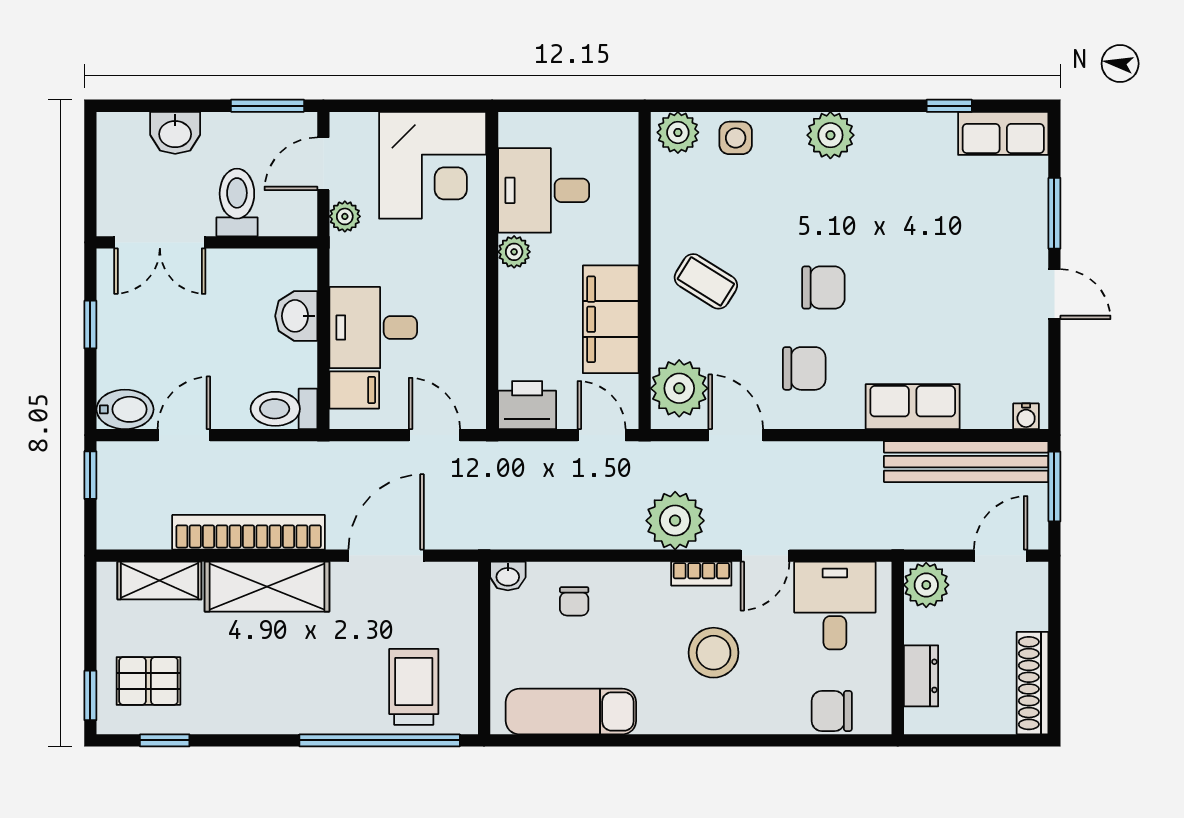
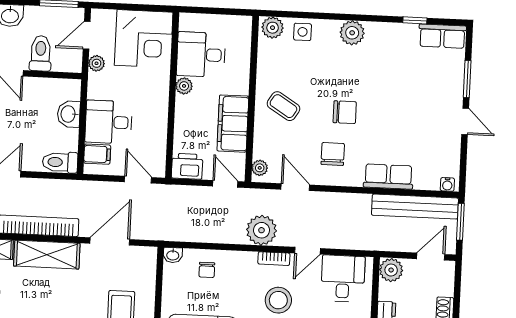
chair: (804, 368) -> (333, 154), turned -90
plant: (679, 388) -> (260, 168), width x0.53, depth x0.53

